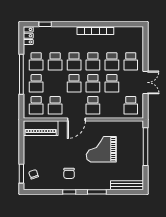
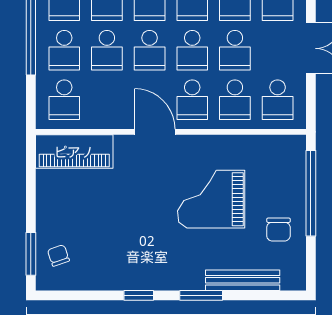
school desk: (55, 105) -> (107, 50), moved
school desk: (112, 105) -> (235, 100), added
door: (76, 120) -> (155, 132), swing flipped
chair: (69, 173) -> (278, 230), moved
bench: (127, 185) -> (243, 280), moved

